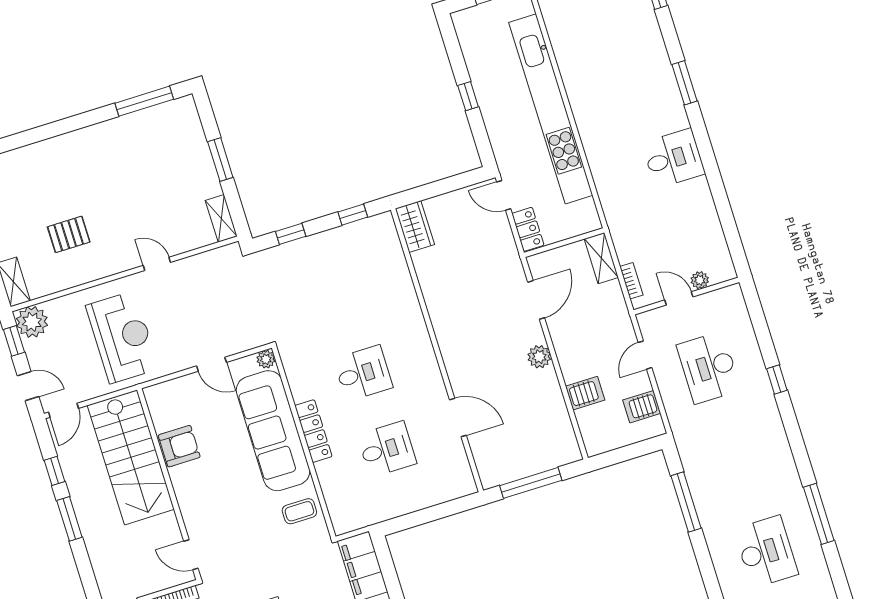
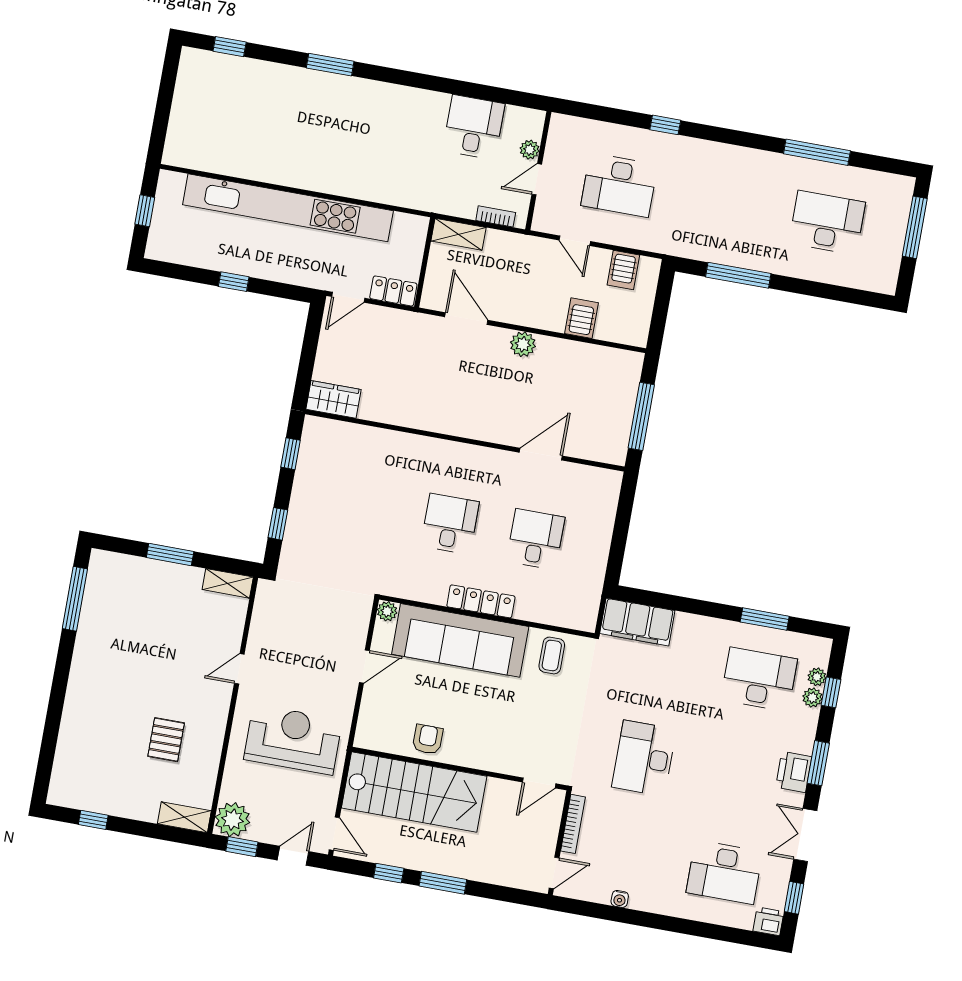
desk: (673, 158) -> (474, 127), moved
armchair: (179, 446) -> (428, 739), width x0.72, depth x0.72

